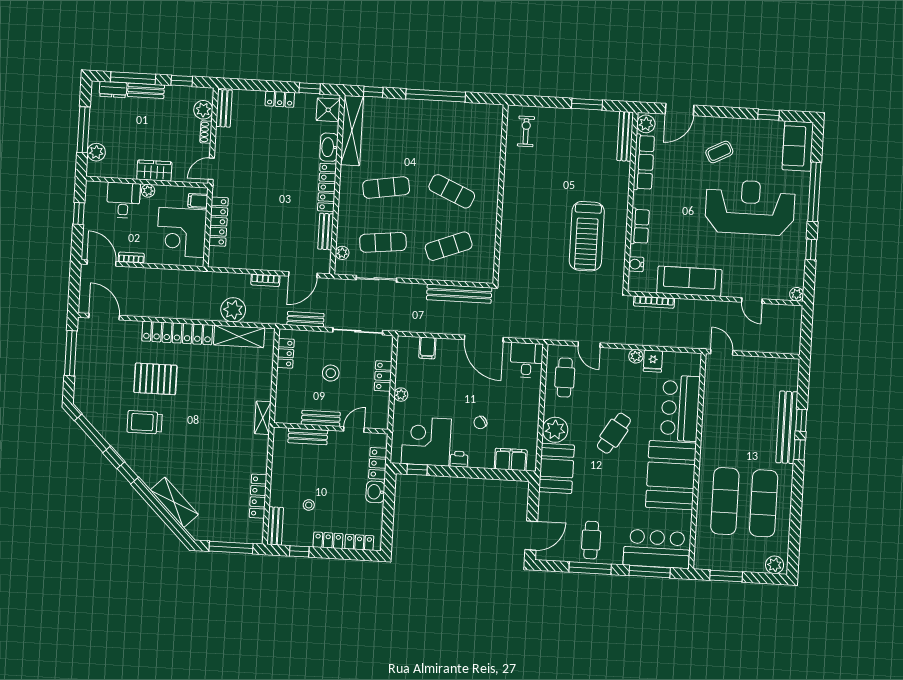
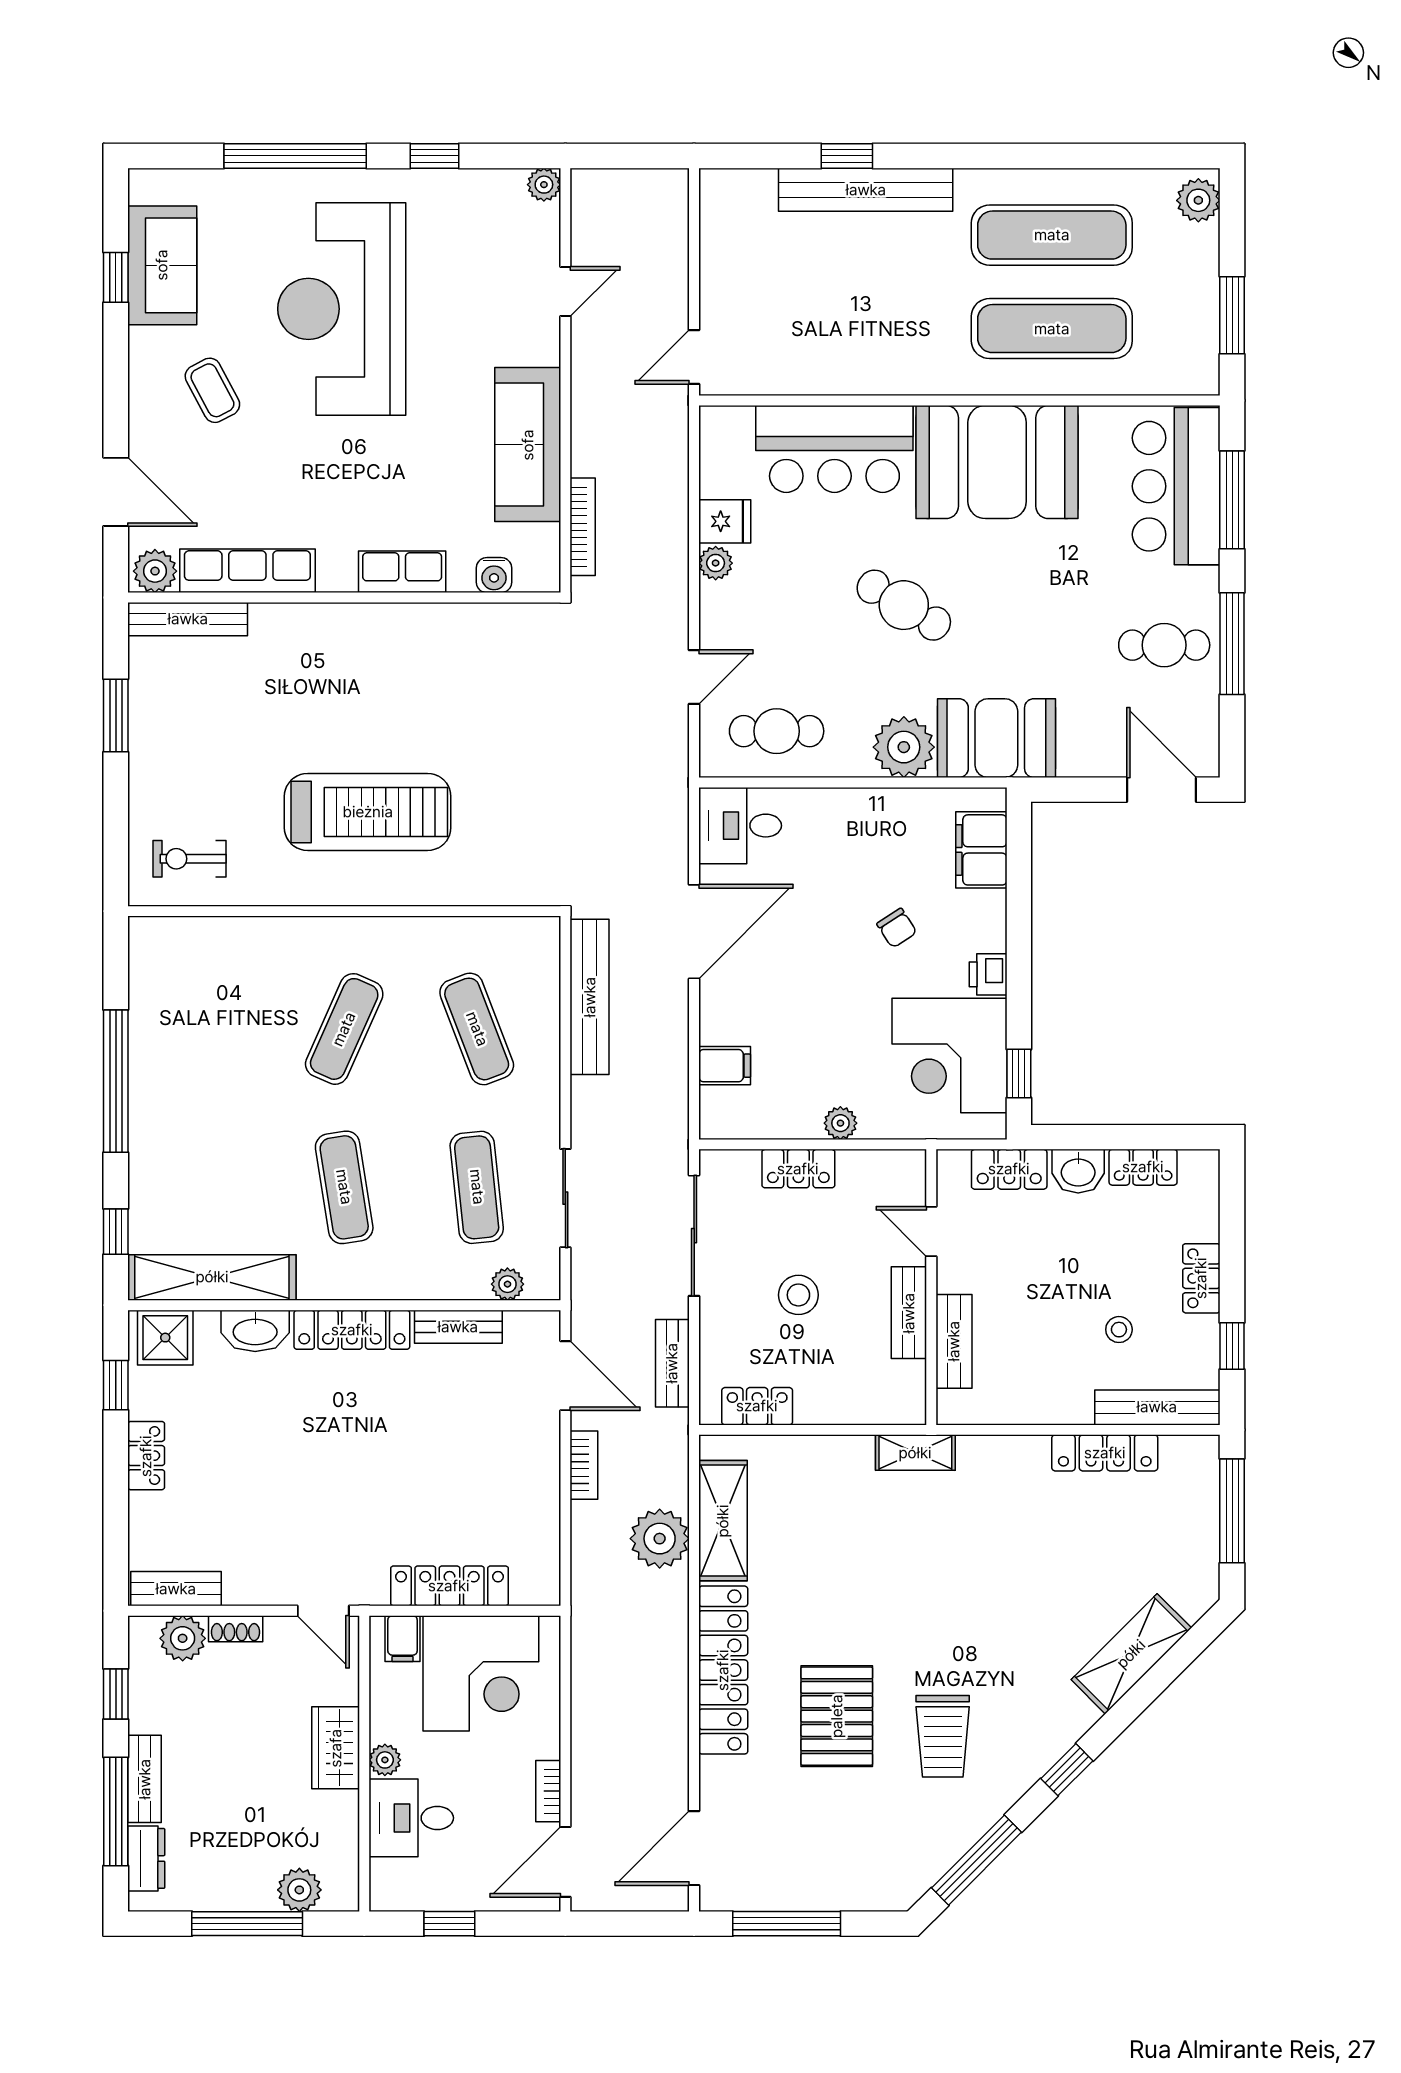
sofa: (798, 146) -> (162, 265), moved, turned -90
treadmill: (587, 236) -> (368, 812), moved
window: (800, 450) -> (918, 156), removed
bench: (275, 526) -> (1157, 1407), width x1.36
locker: (359, 542) -> (1143, 1167), moved, turned -90

